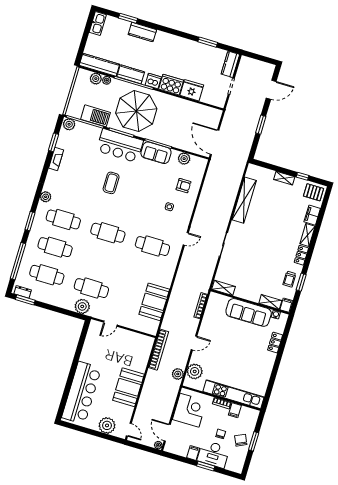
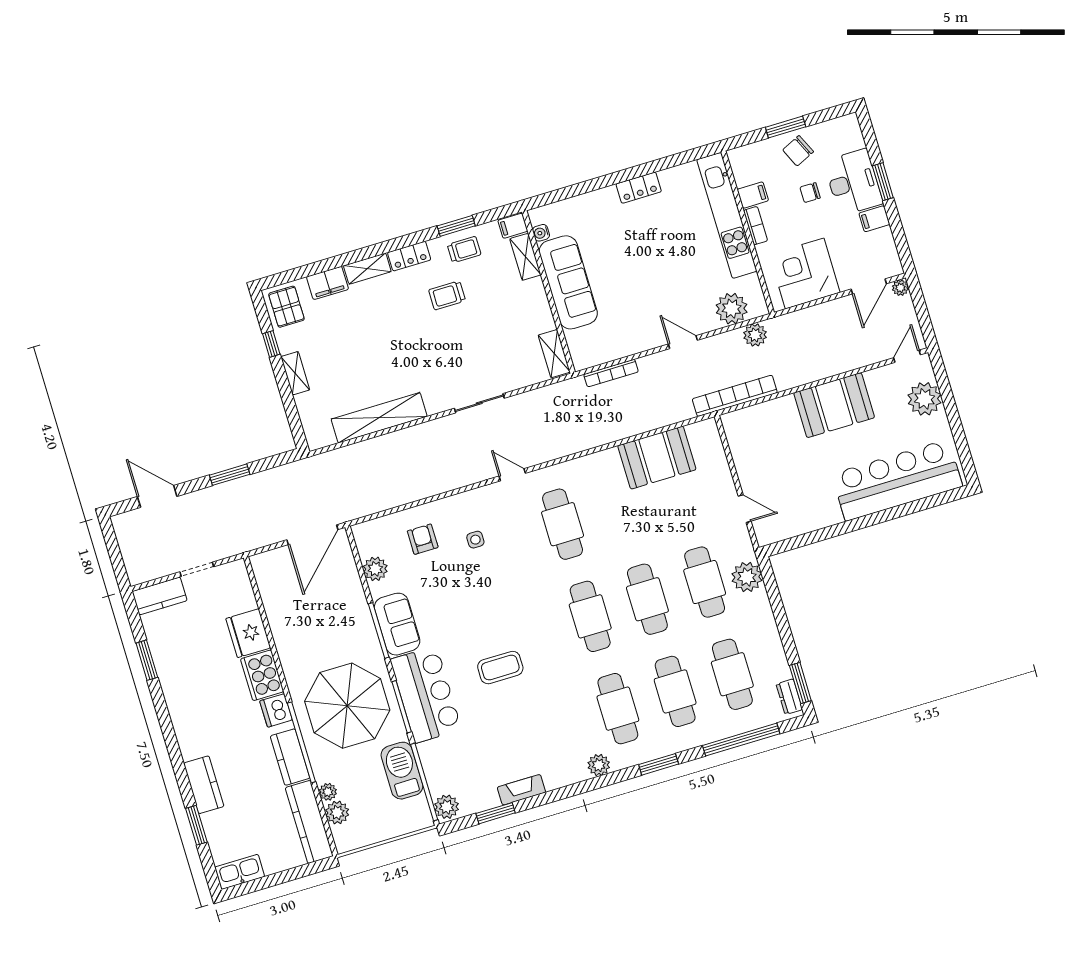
cafe table: (100, 260) -> (647, 599), added
trolley: (275, 260) -> (447, 295), added
locker: (275, 343) -> (639, 188), moved

